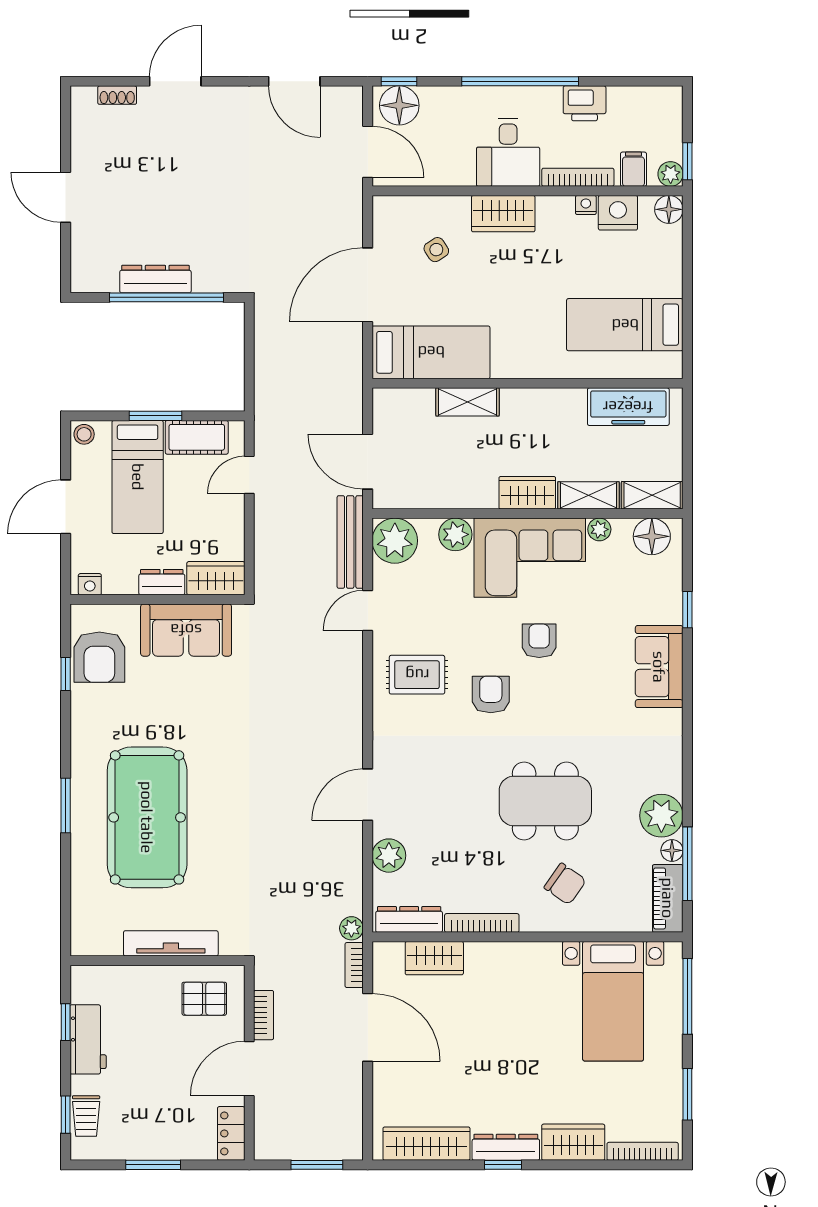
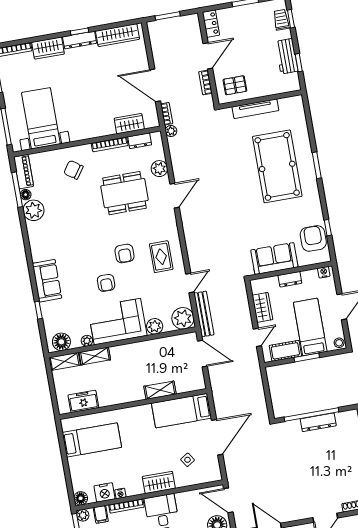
freezer: (628, 407) -> (83, 401), width x0.71
wardrobe: (527, 493) -> (124, 352), removed
wardrobe: (216, 578) -> (262, 307), moved, turned -90
rug: (417, 675) -> (161, 257), turned 90
dining table: (545, 801) -> (125, 193), moved
dresser: (409, 919) -> (140, 141), width x0.70

